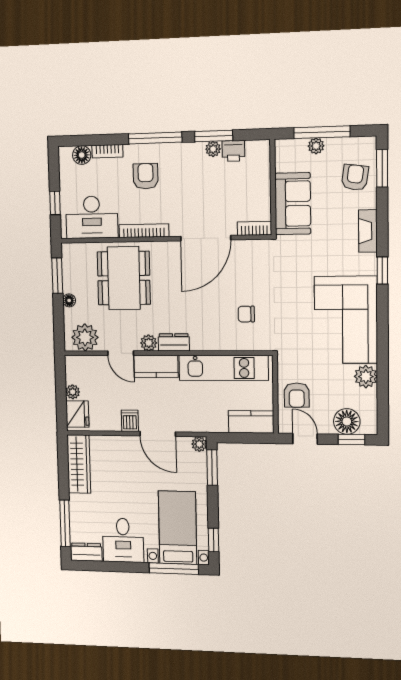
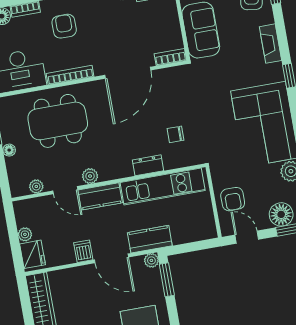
dining table: (124, 278) -> (58, 121), turned 90
plant: (85, 337) -> (36, 186), width x0.53, depth x0.53
dresser: (174, 342) -> (148, 165), moved
kitchen counter: (251, 422) -> (150, 239), moved

